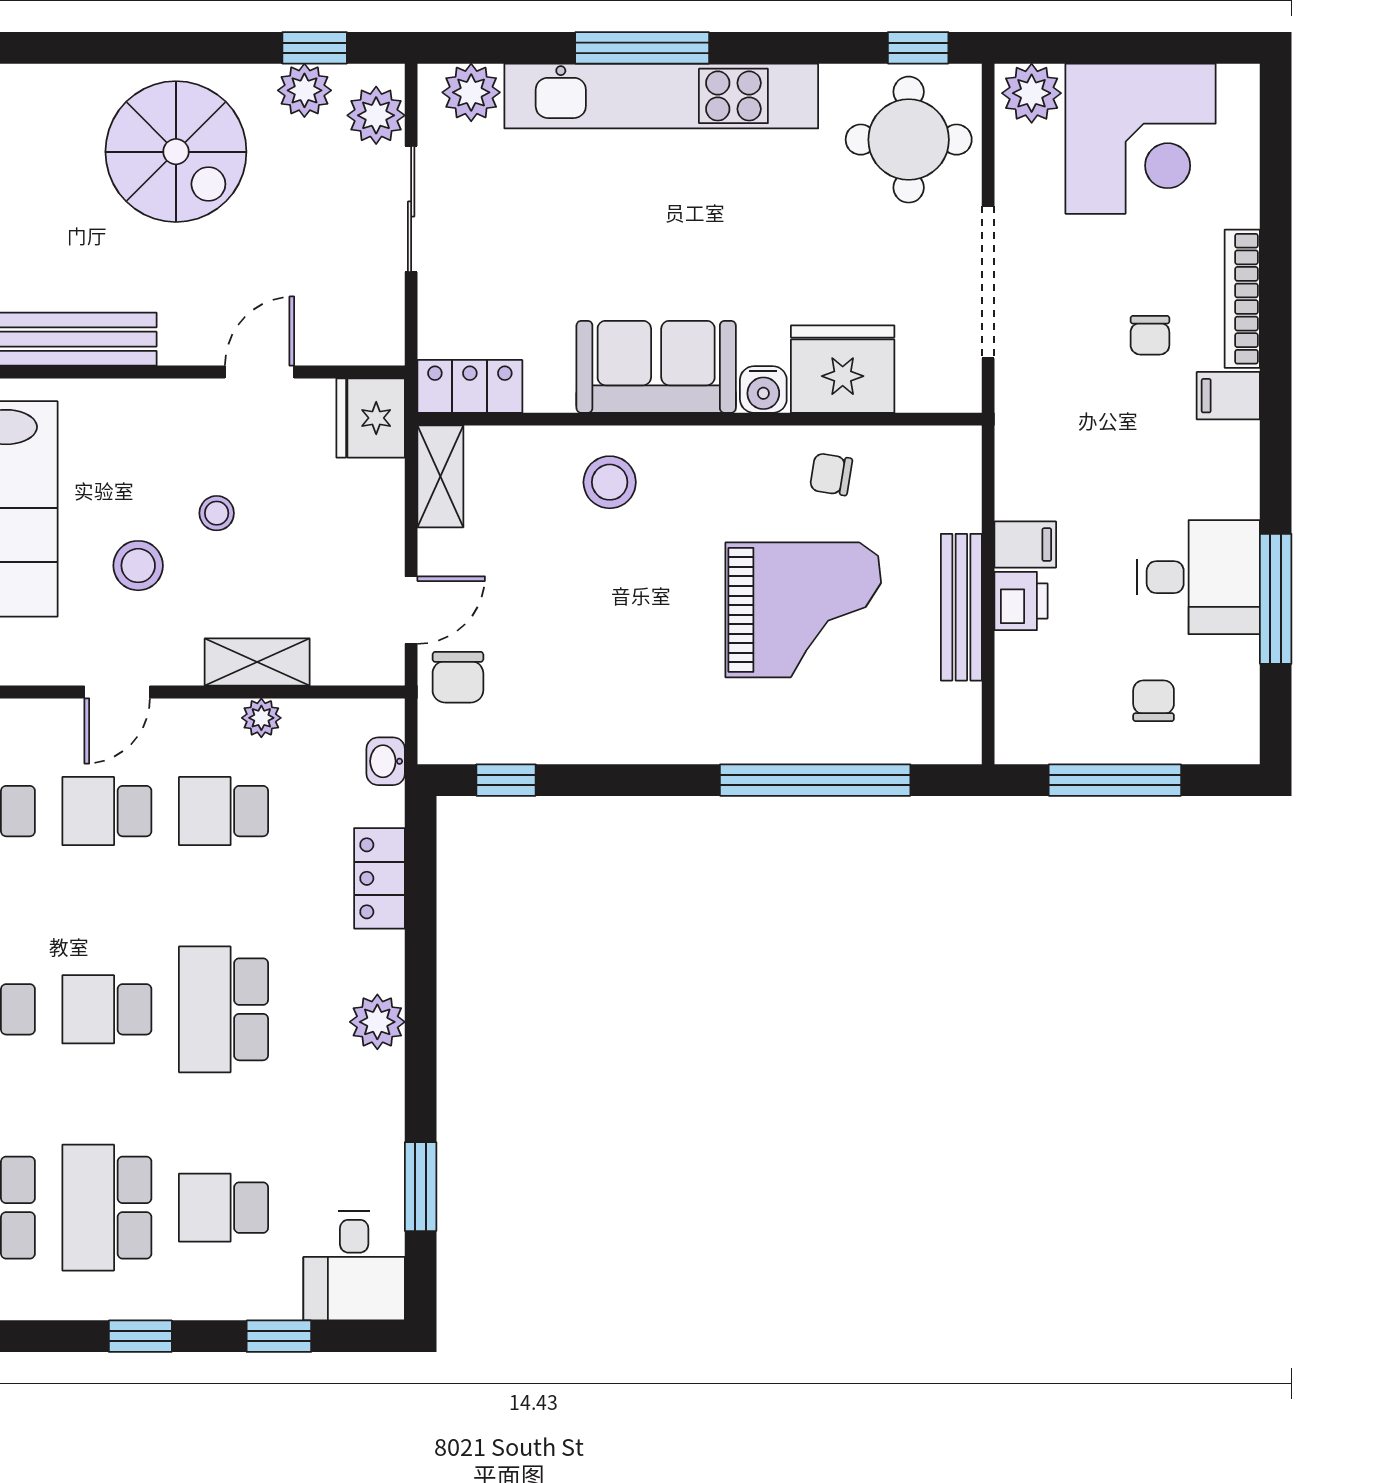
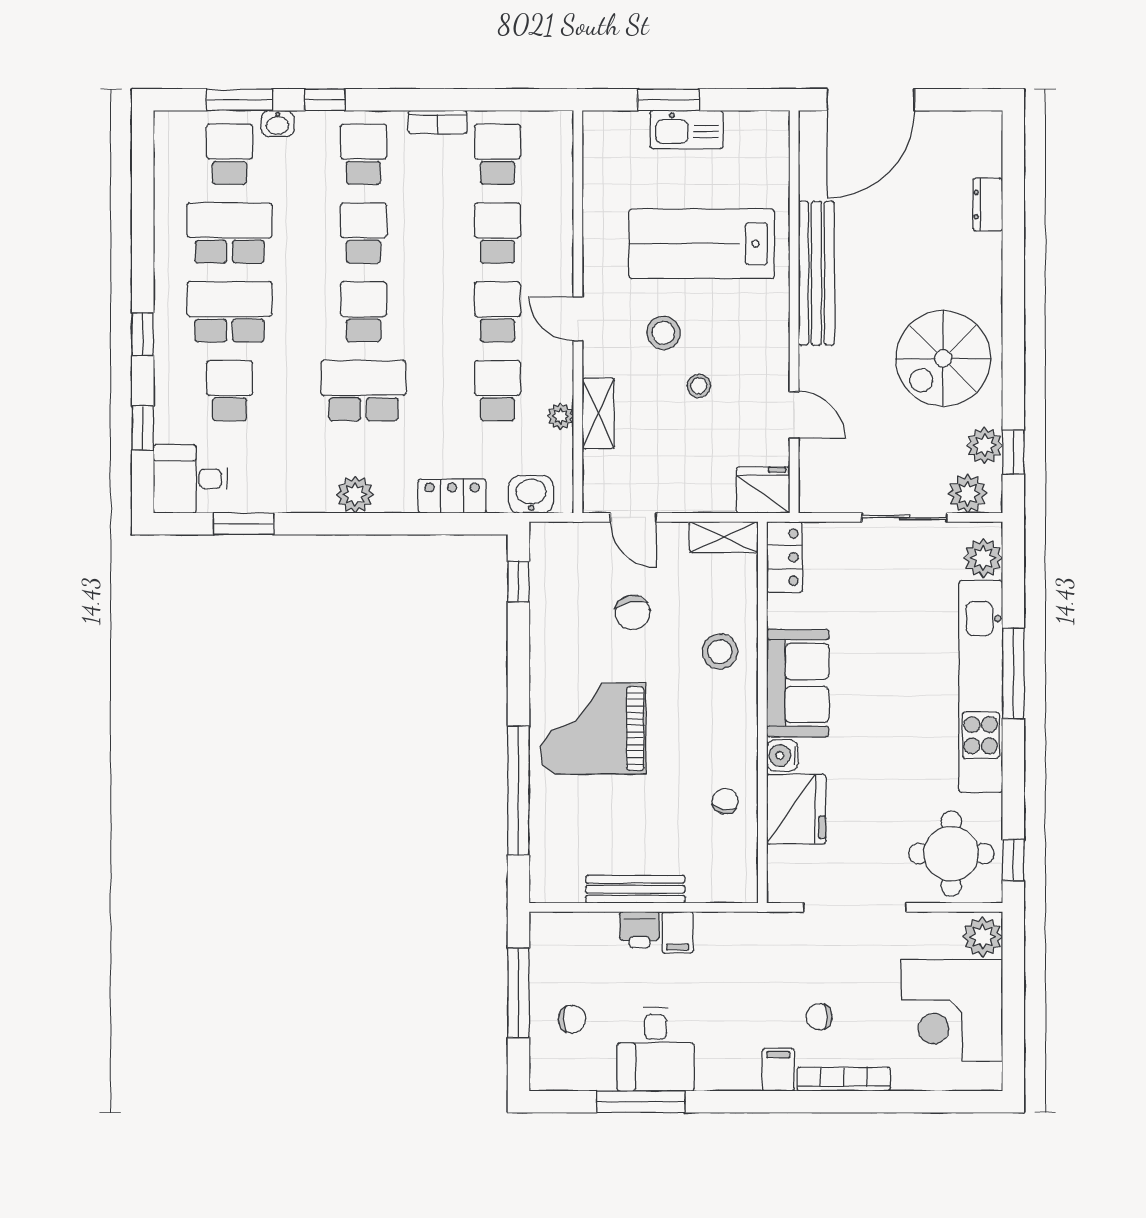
grand piano: (803, 610) -> (593, 728), moved, turned 90
chair: (458, 677) -> (633, 612), moved, turned -102
washbasin: (386, 761) -> (531, 494), width x1.38, depth x1.45

